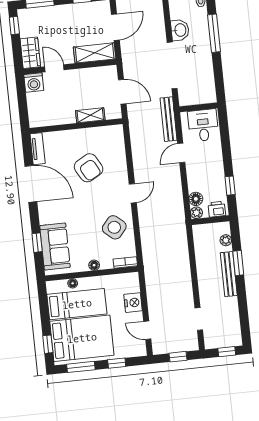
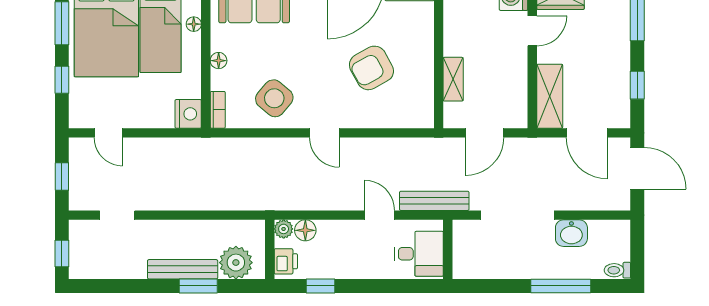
plant: (226, 240) -> (236, 263), width x1.88, depth x1.88
nightstand: (133, 303) -> (188, 114), moved, turned -90
door: (147, 330) -> (108, 133), swing flipped

